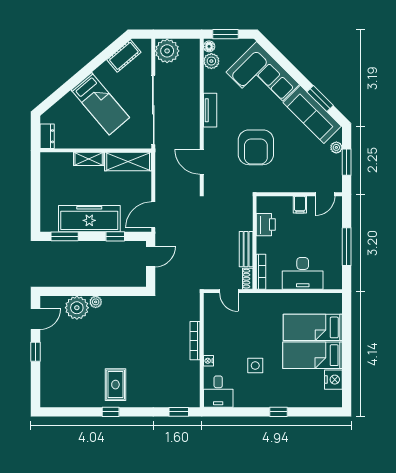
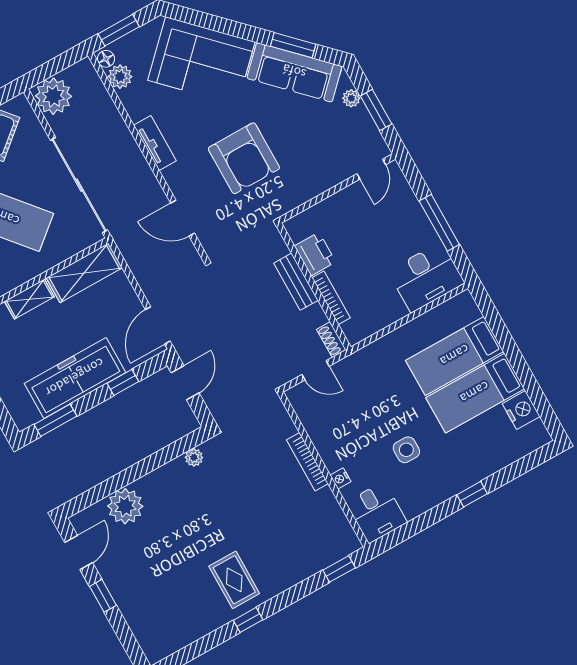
filing cabinet: (300, 205) -> (346, 202), removed
bench: (246, 249) -> (296, 282), moved
bookcase: (261, 272) -> (331, 298), moved
desk: (303, 273) -> (426, 277), moved
plant: (96, 302) -> (194, 457), moved

